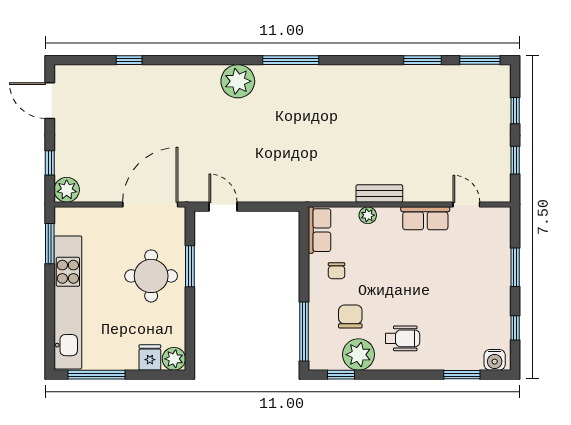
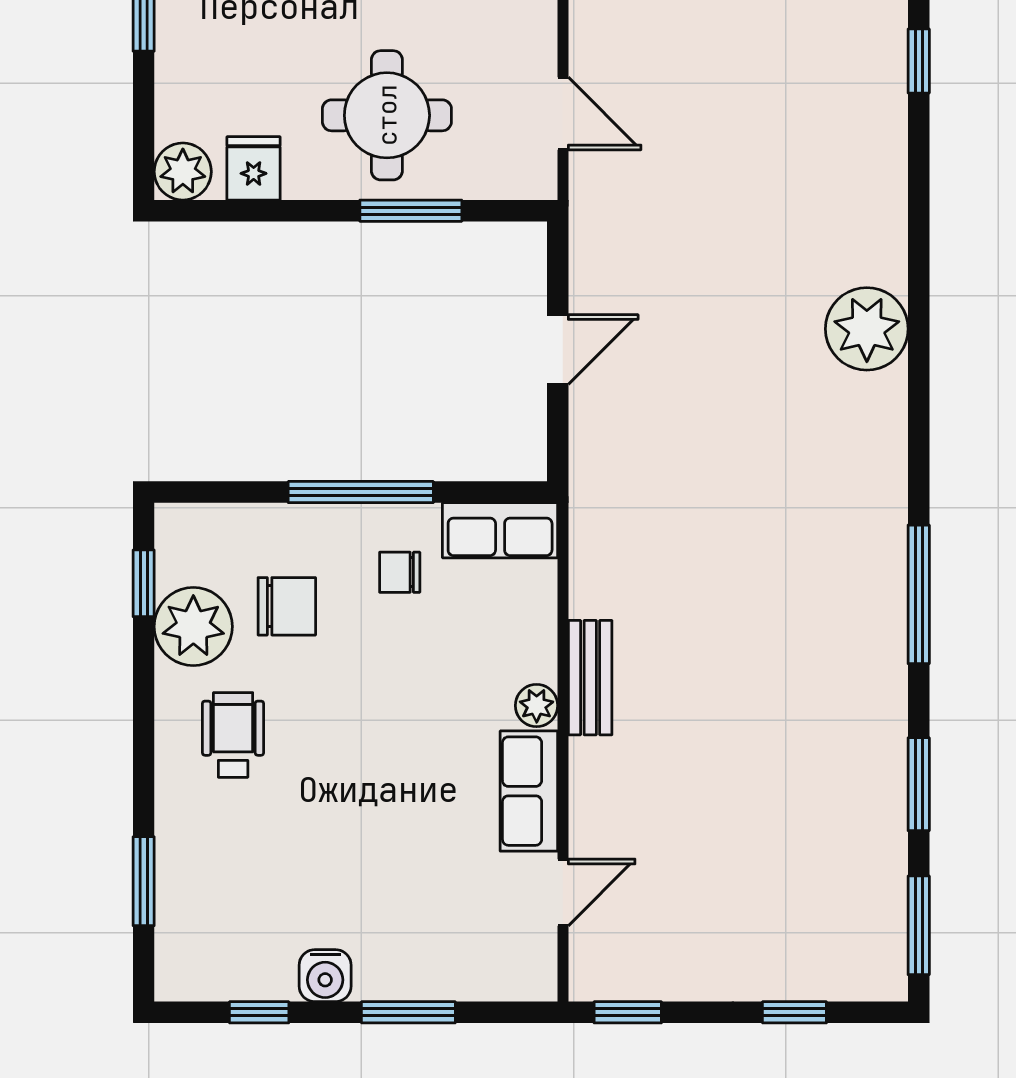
window: (291, 60) -> (919, 594), moved
window: (515, 160) -> (628, 1012), moved
door: (150, 205) -> (563, 113), width x0.53
door: (223, 207) -> (558, 350), moved
plant: (368, 215) -> (537, 706), moved
window: (304, 331) -> (361, 492), moved
wheelchair: (403, 338) -> (233, 735), turned 180
fridge: (150, 358) -> (254, 168), moved, turned -90
water cooler: (495, 360) -> (325, 976), moved, turned -90

